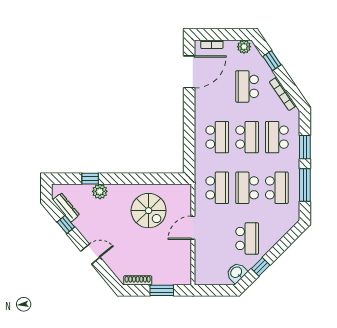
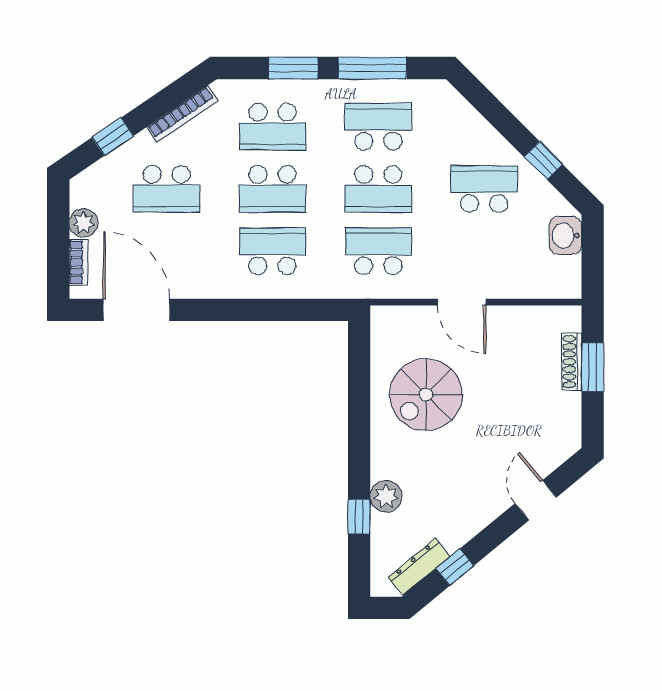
plant: (244, 47) -> (83, 223), moved
school desk: (247, 137) -> (272, 189), turned 180
spiral stairs: (149, 211) -> (426, 395), turned 180
door: (90, 254) -> (536, 500), moved
washbasin: (236, 273) -> (565, 235), moved, turned 45
shoe rack: (138, 280) -> (572, 362), moved

